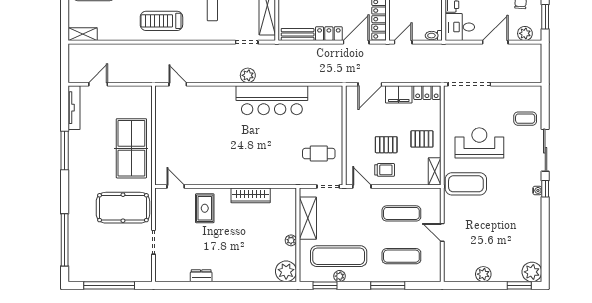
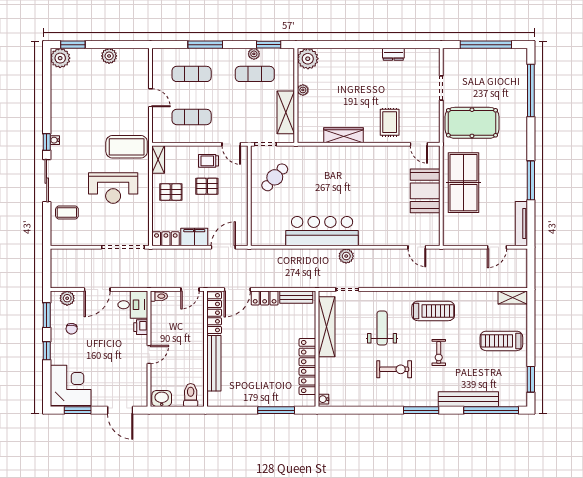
booth: (170, 140) -> (425, 191), added
cafe table: (319, 154) -> (275, 177), turned -48
exercise mat: (339, 256) -> (255, 74), width x0.73, depth x0.69

